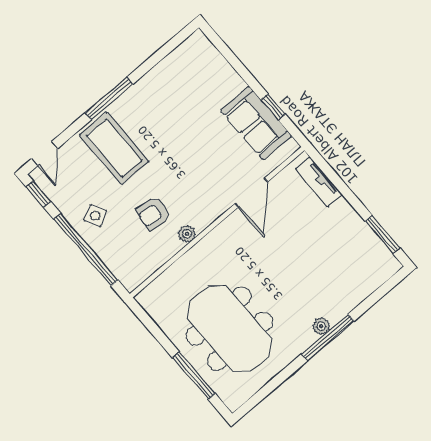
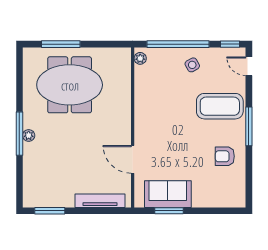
window: (273, 107) -> (169, 211), width x1.50
tv unit: (319, 182) -> (100, 201), width x1.41
armchair: (153, 214) -> (225, 156), moved, turned -97
plant: (187, 234) -> (140, 58), moved

